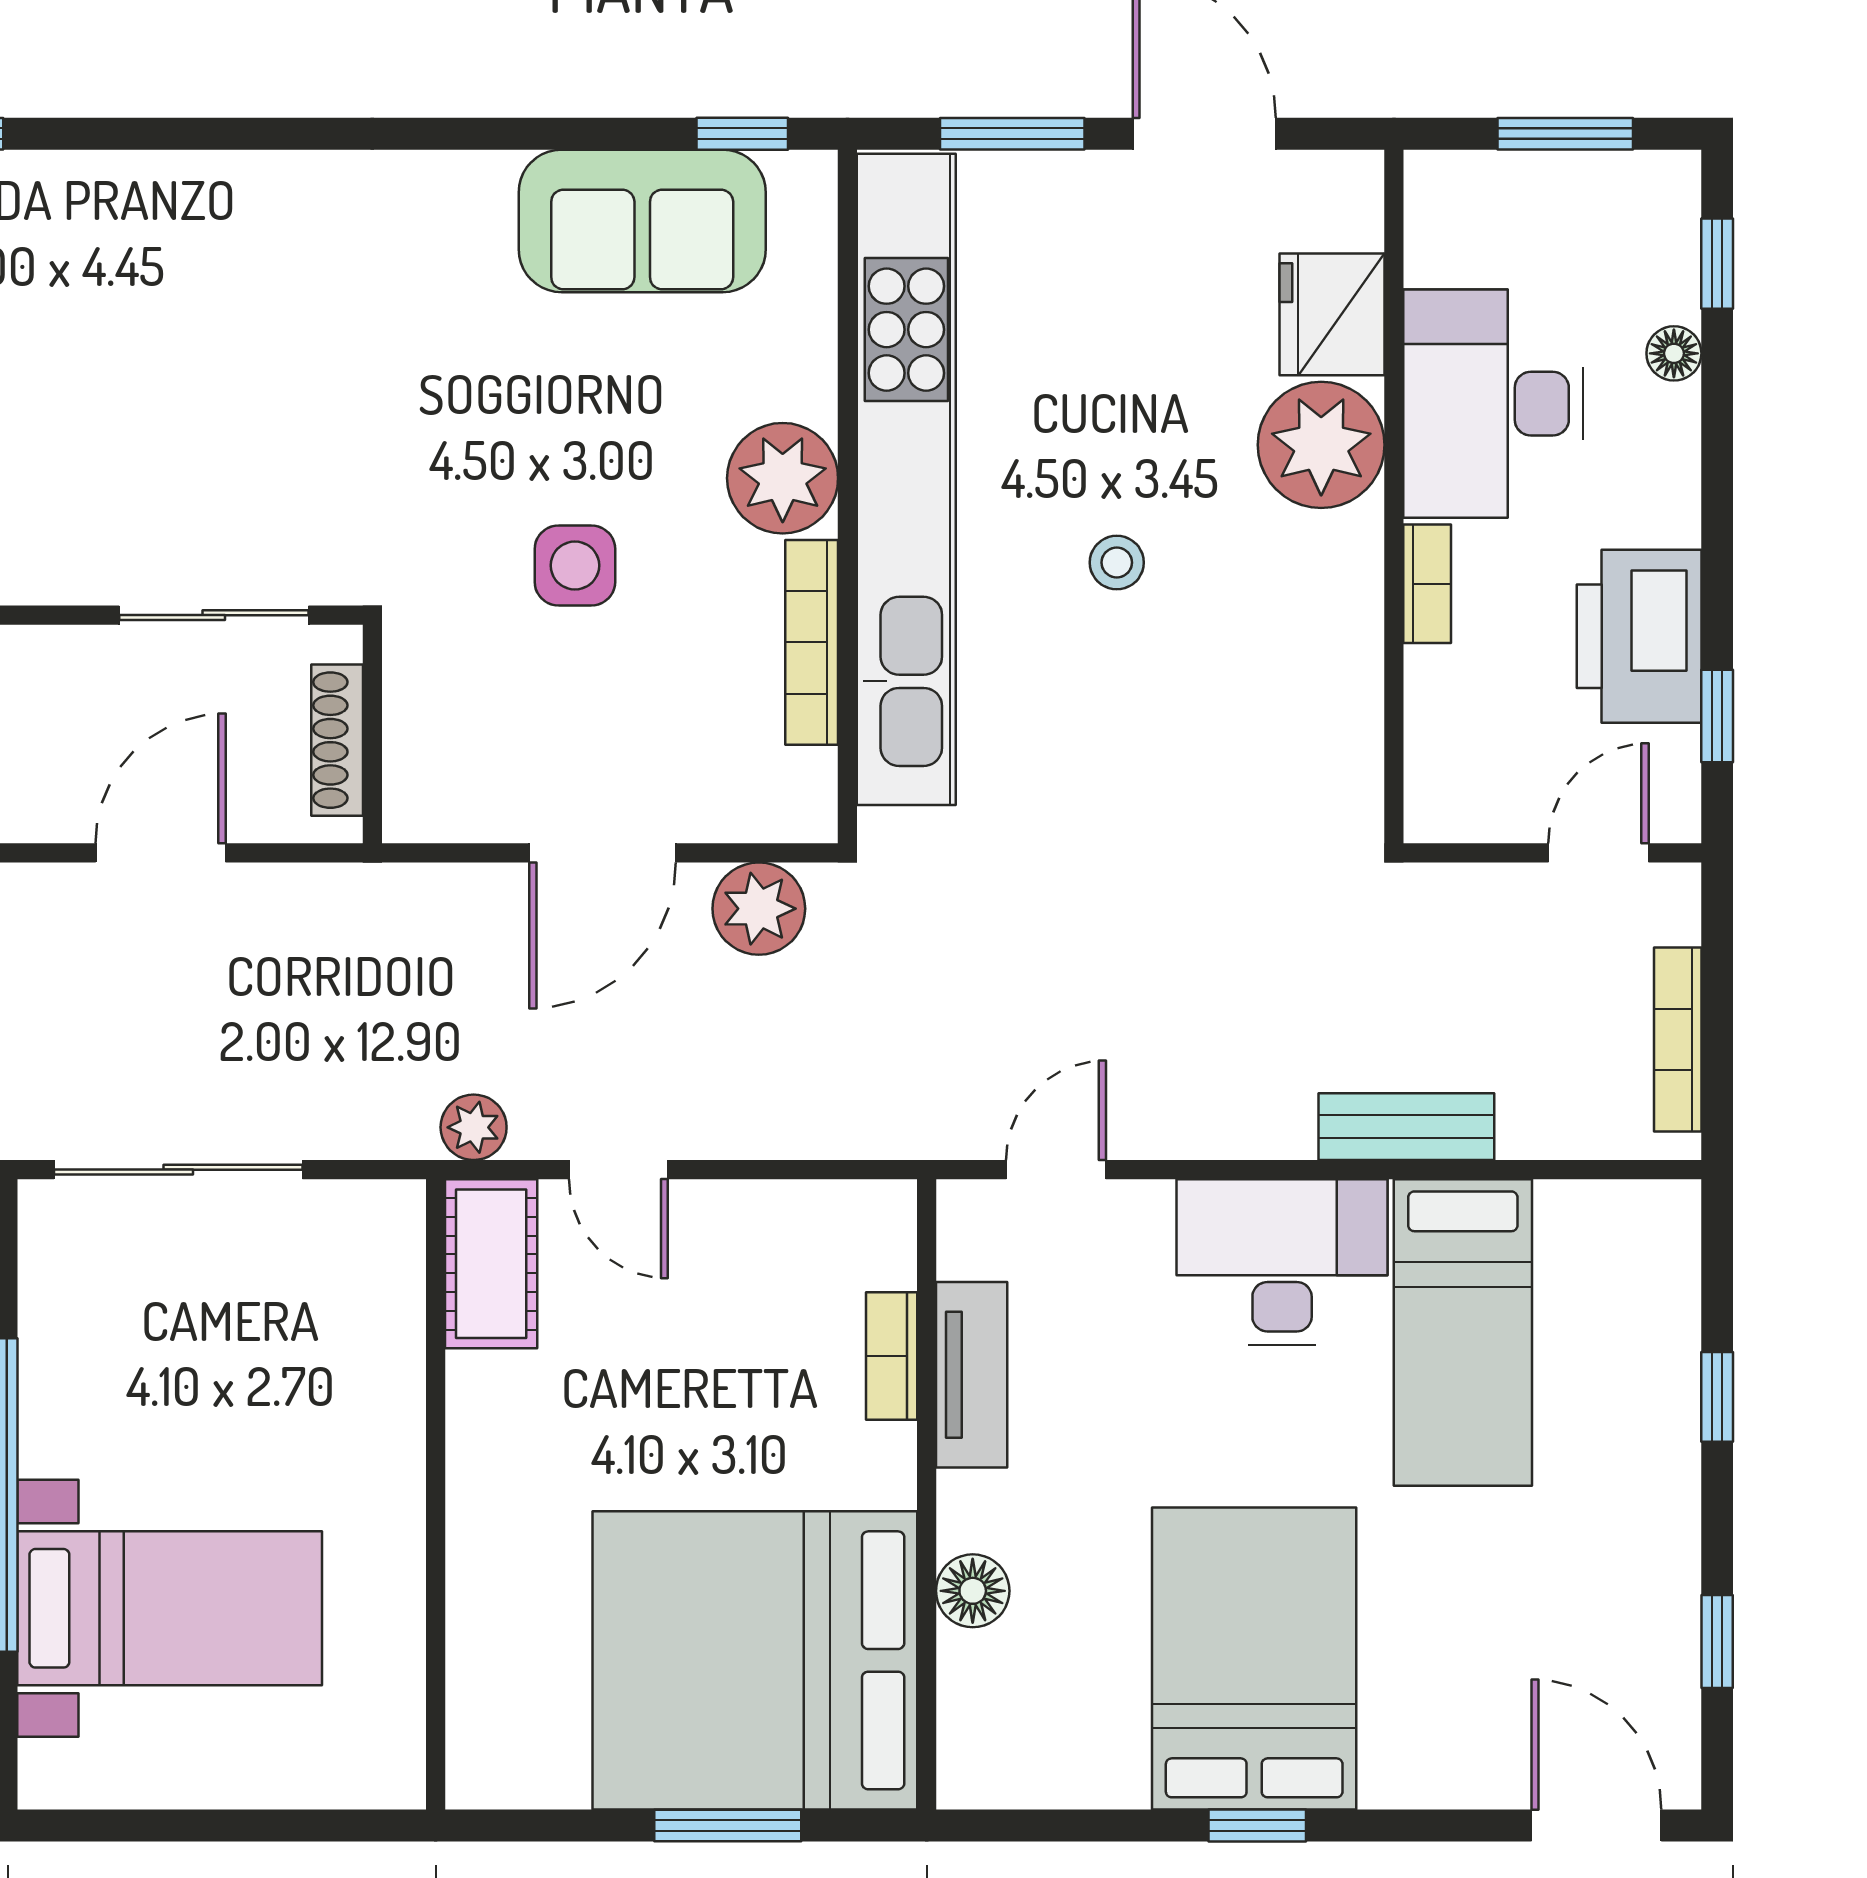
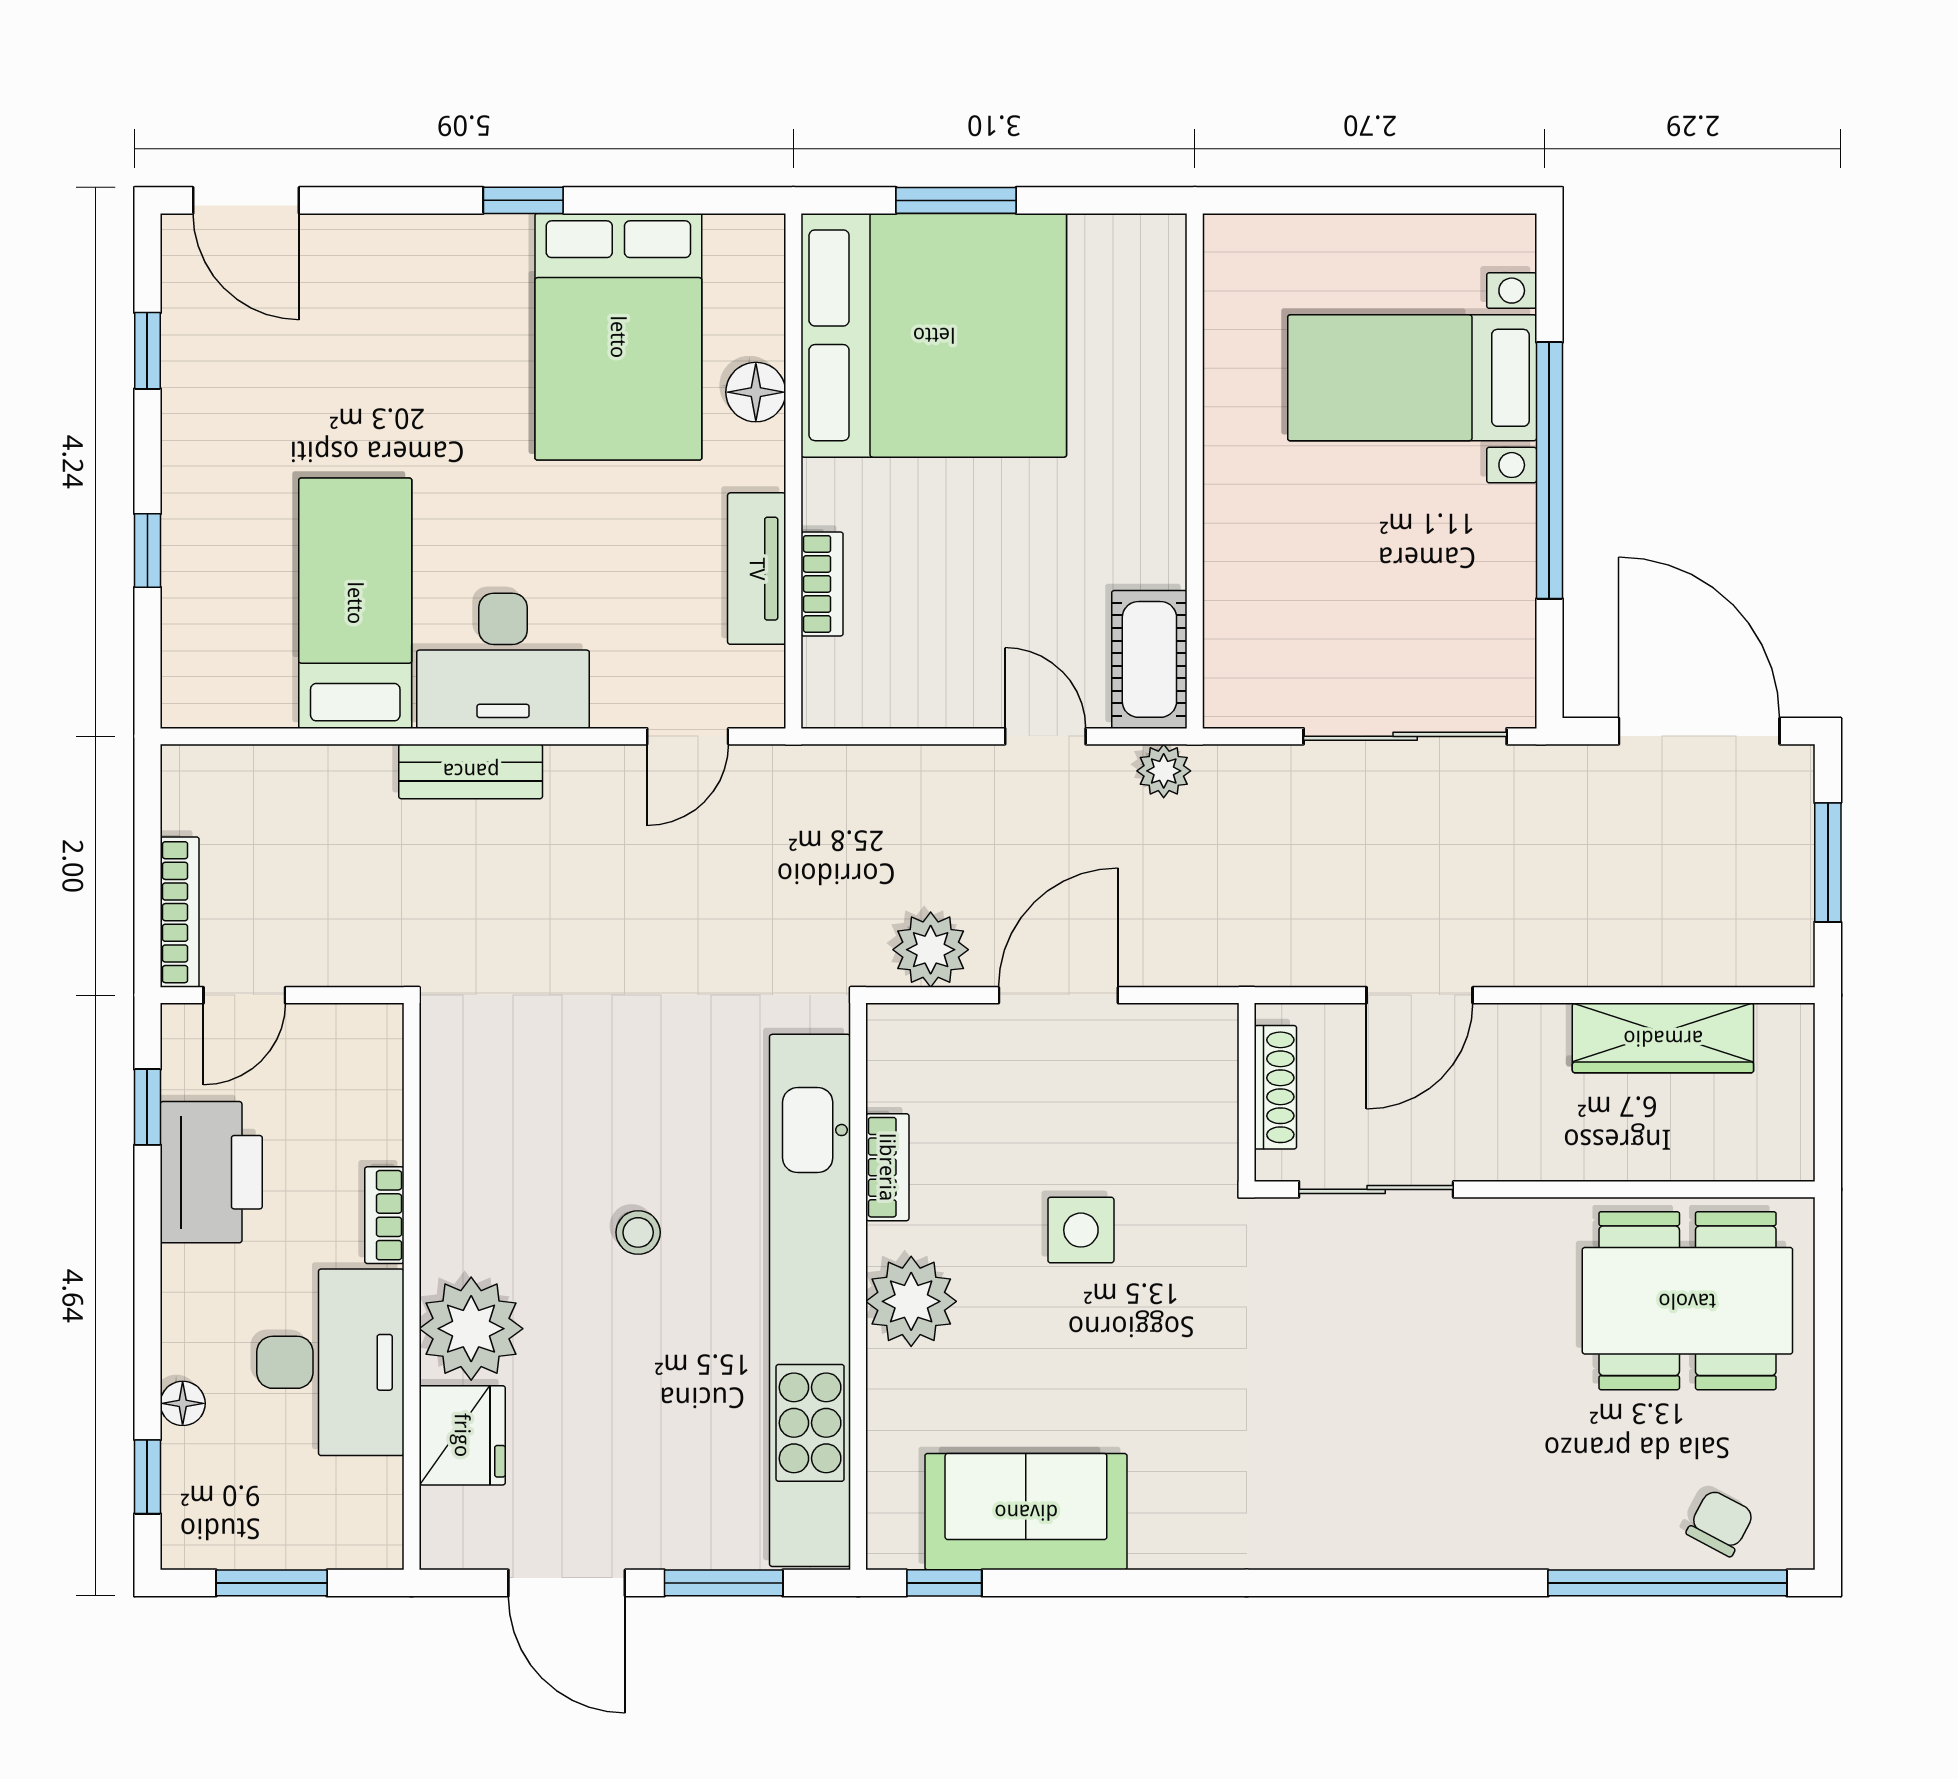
bookcase: (812, 642) -> (887, 1167), width x0.64
bookcase: (1678, 1039) -> (180, 912), moved
bench: (1406, 1127) -> (471, 771), moved
bed: (1254, 1658) -> (618, 337), moved

